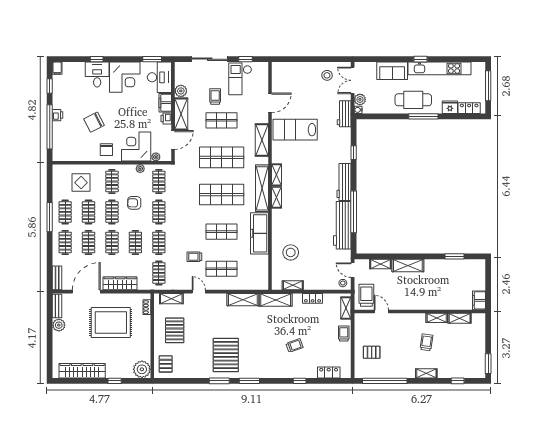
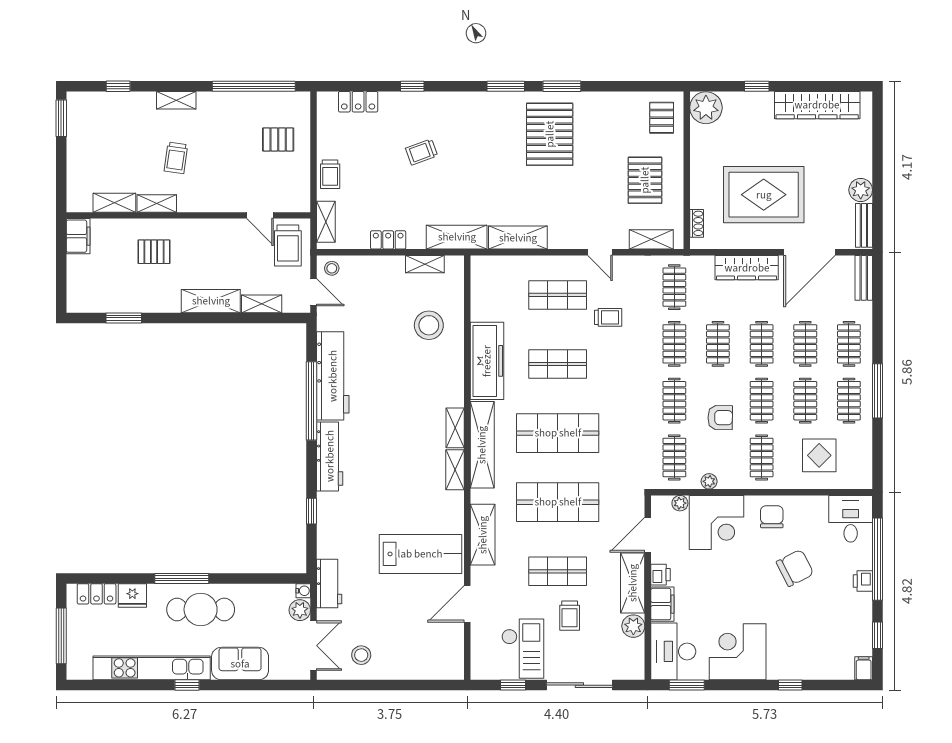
desk: (97, 75) -> (851, 519), moved, turned 180
pallet: (438, 292) -> (154, 252), added

